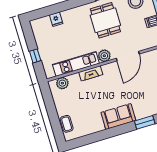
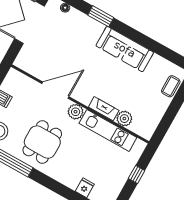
plant: (62, 83) -> (124, 119), moved
sofa: (118, 116) -> (125, 49), width x1.36

